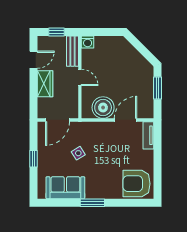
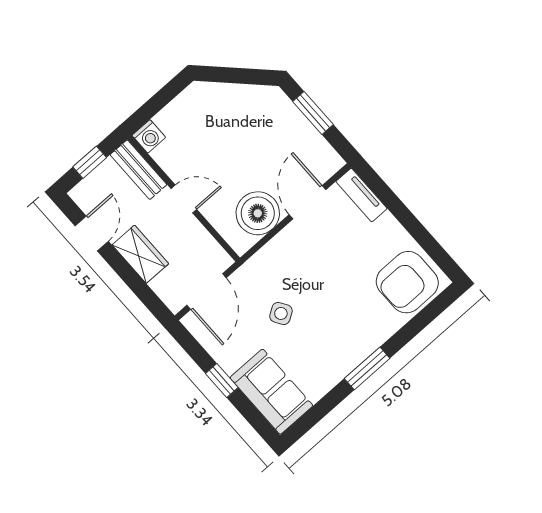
sofa: (65, 188) -> (271, 392), moved, turned 90

